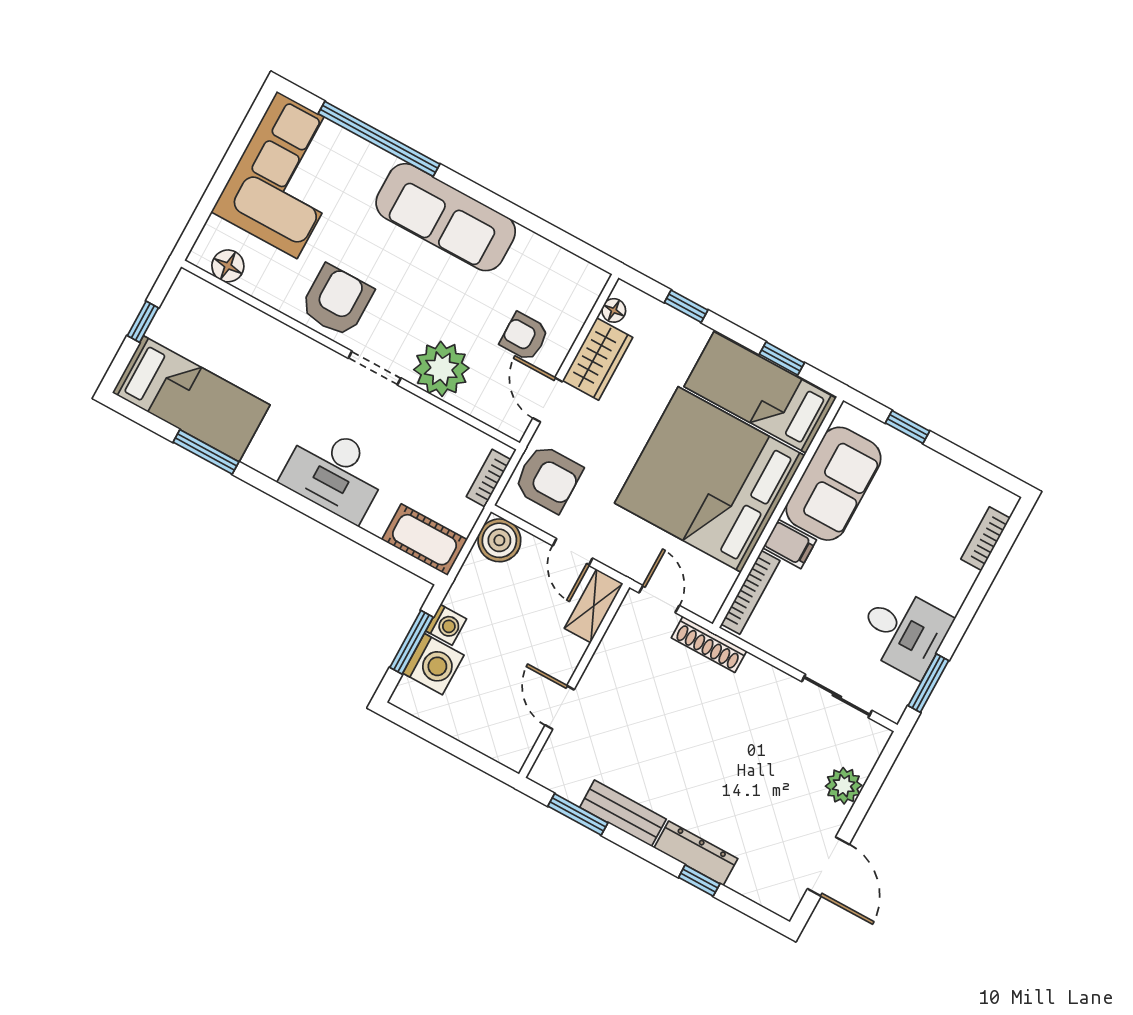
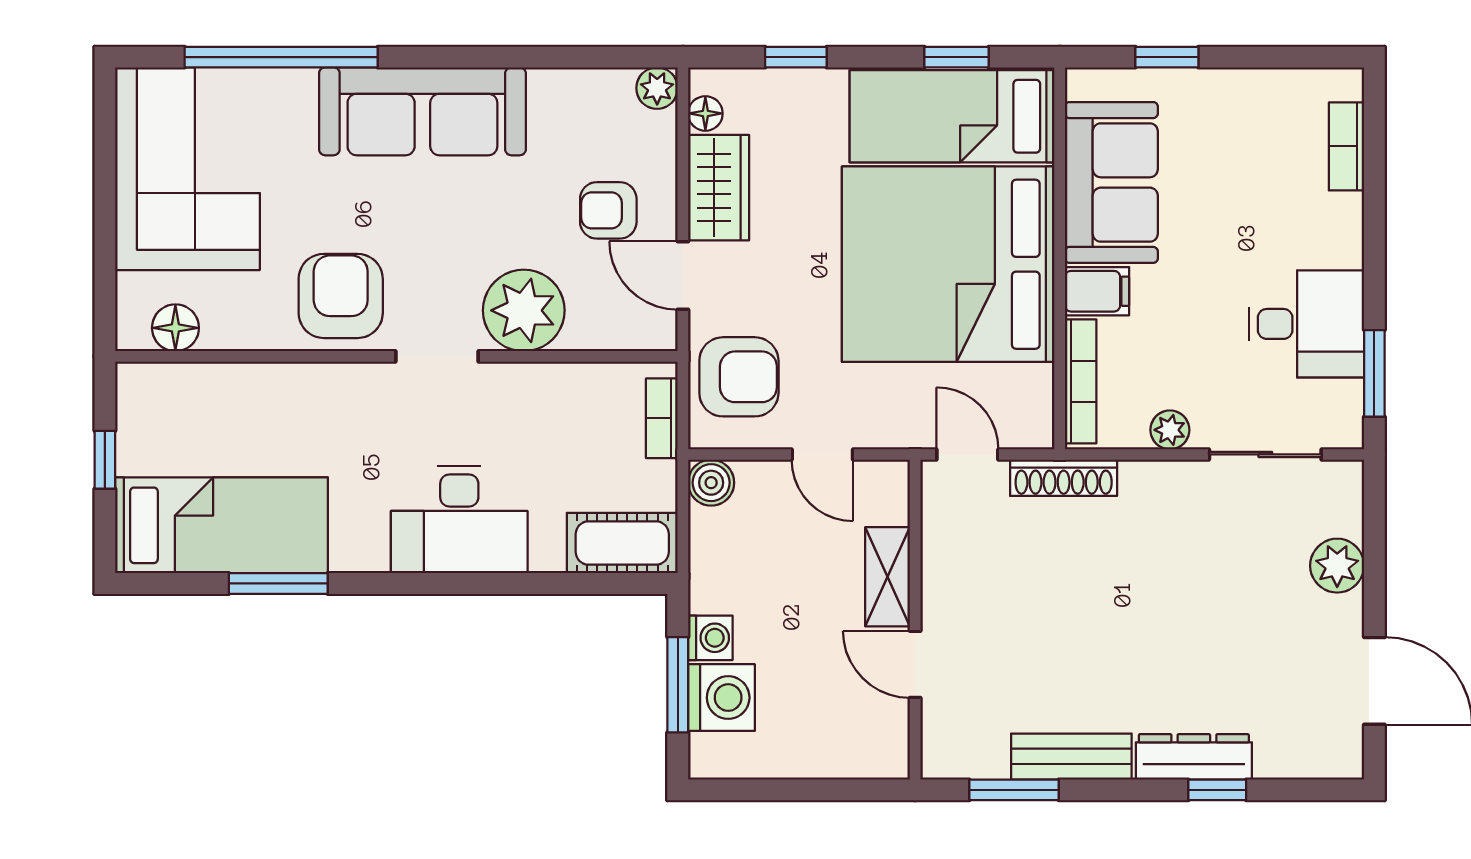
plant: (593, 280) -> (657, 88), added
boiler: (499, 540) -> (711, 483), width x0.73, depth x0.73
shelving: (594, 606) -> (888, 577), moved
plant: (788, 650) -> (1170, 430), added

